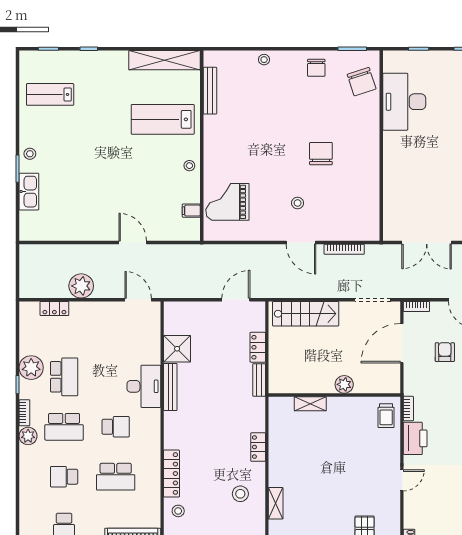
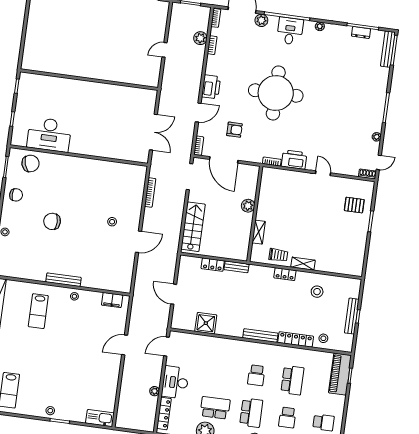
bench: (210, 91) -> (63, 280), moved
lab bench: (163, 119) -> (38, 311), width x0.73, depth x0.72
chair: (321, 154) -> (52, 221), moved
kitchen sink: (29, 192) -> (100, 418), moved
grand piano: (227, 202) -> (104, 272), removed
filing cabinet: (191, 211) -> (112, 300), width x2.00
door: (301, 243) -> (139, 242), moved
plant: (81, 286) -> (155, 391), width x0.53, depth x0.53
door: (236, 300) -> (174, 294), moved
locker: (54, 309) -> (164, 413), width x1.53
armchair: (445, 352) -> (234, 130), turned 180
desk: (144, 386) -> (175, 382), moved, turned -90
bench: (170, 387) -> (260, 336), moved
trolley: (386, 416) -> (278, 255), moved
school desk: (116, 427) -> (256, 375), turned 180
shelving: (276, 503) -> (303, 264), moved

